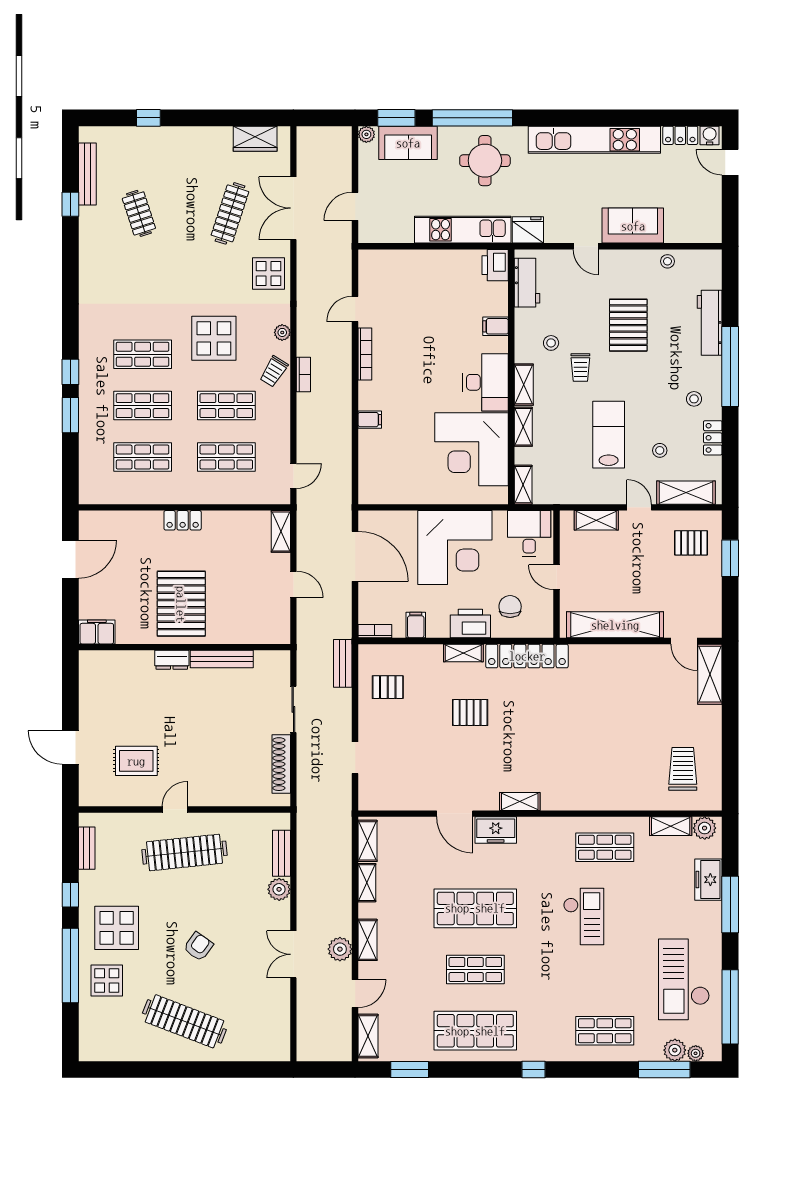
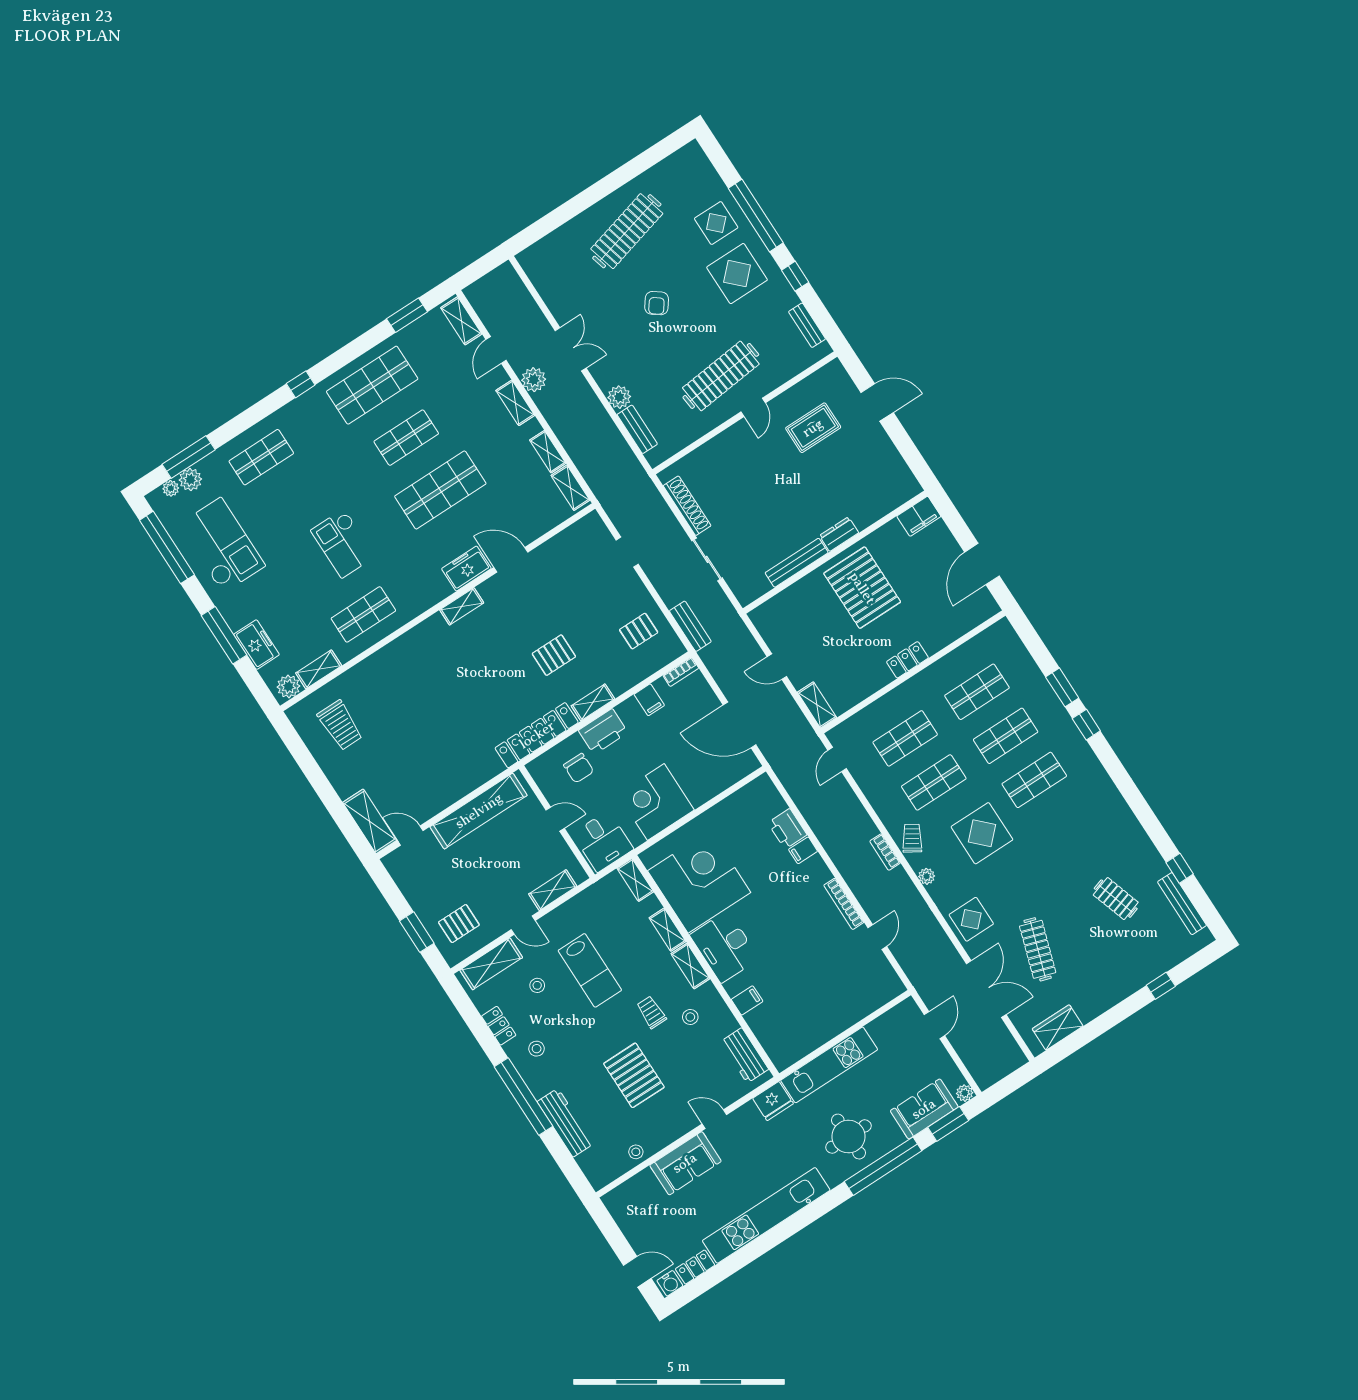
printer: (495, 265) -> (787, 829), moved, turned 180
corner desk: (455, 548) -> (656, 802), width x0.74, depth x0.74
clothes rail: (184, 1021) -> (627, 231), turned -36

